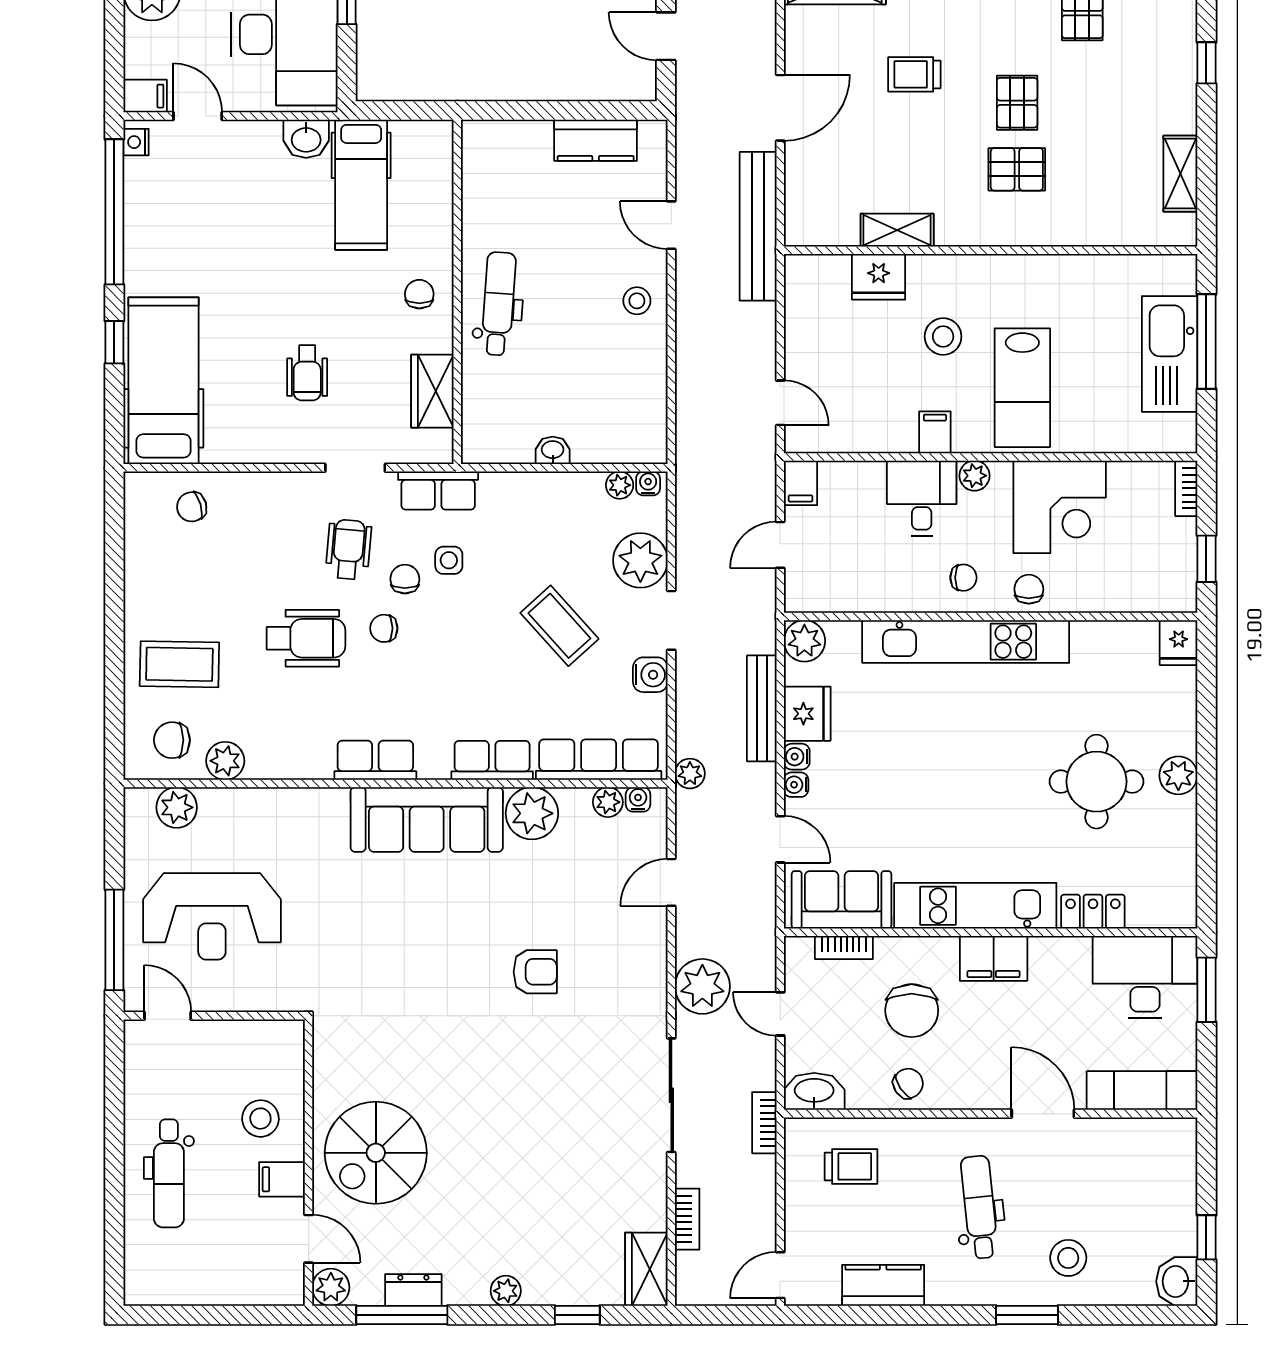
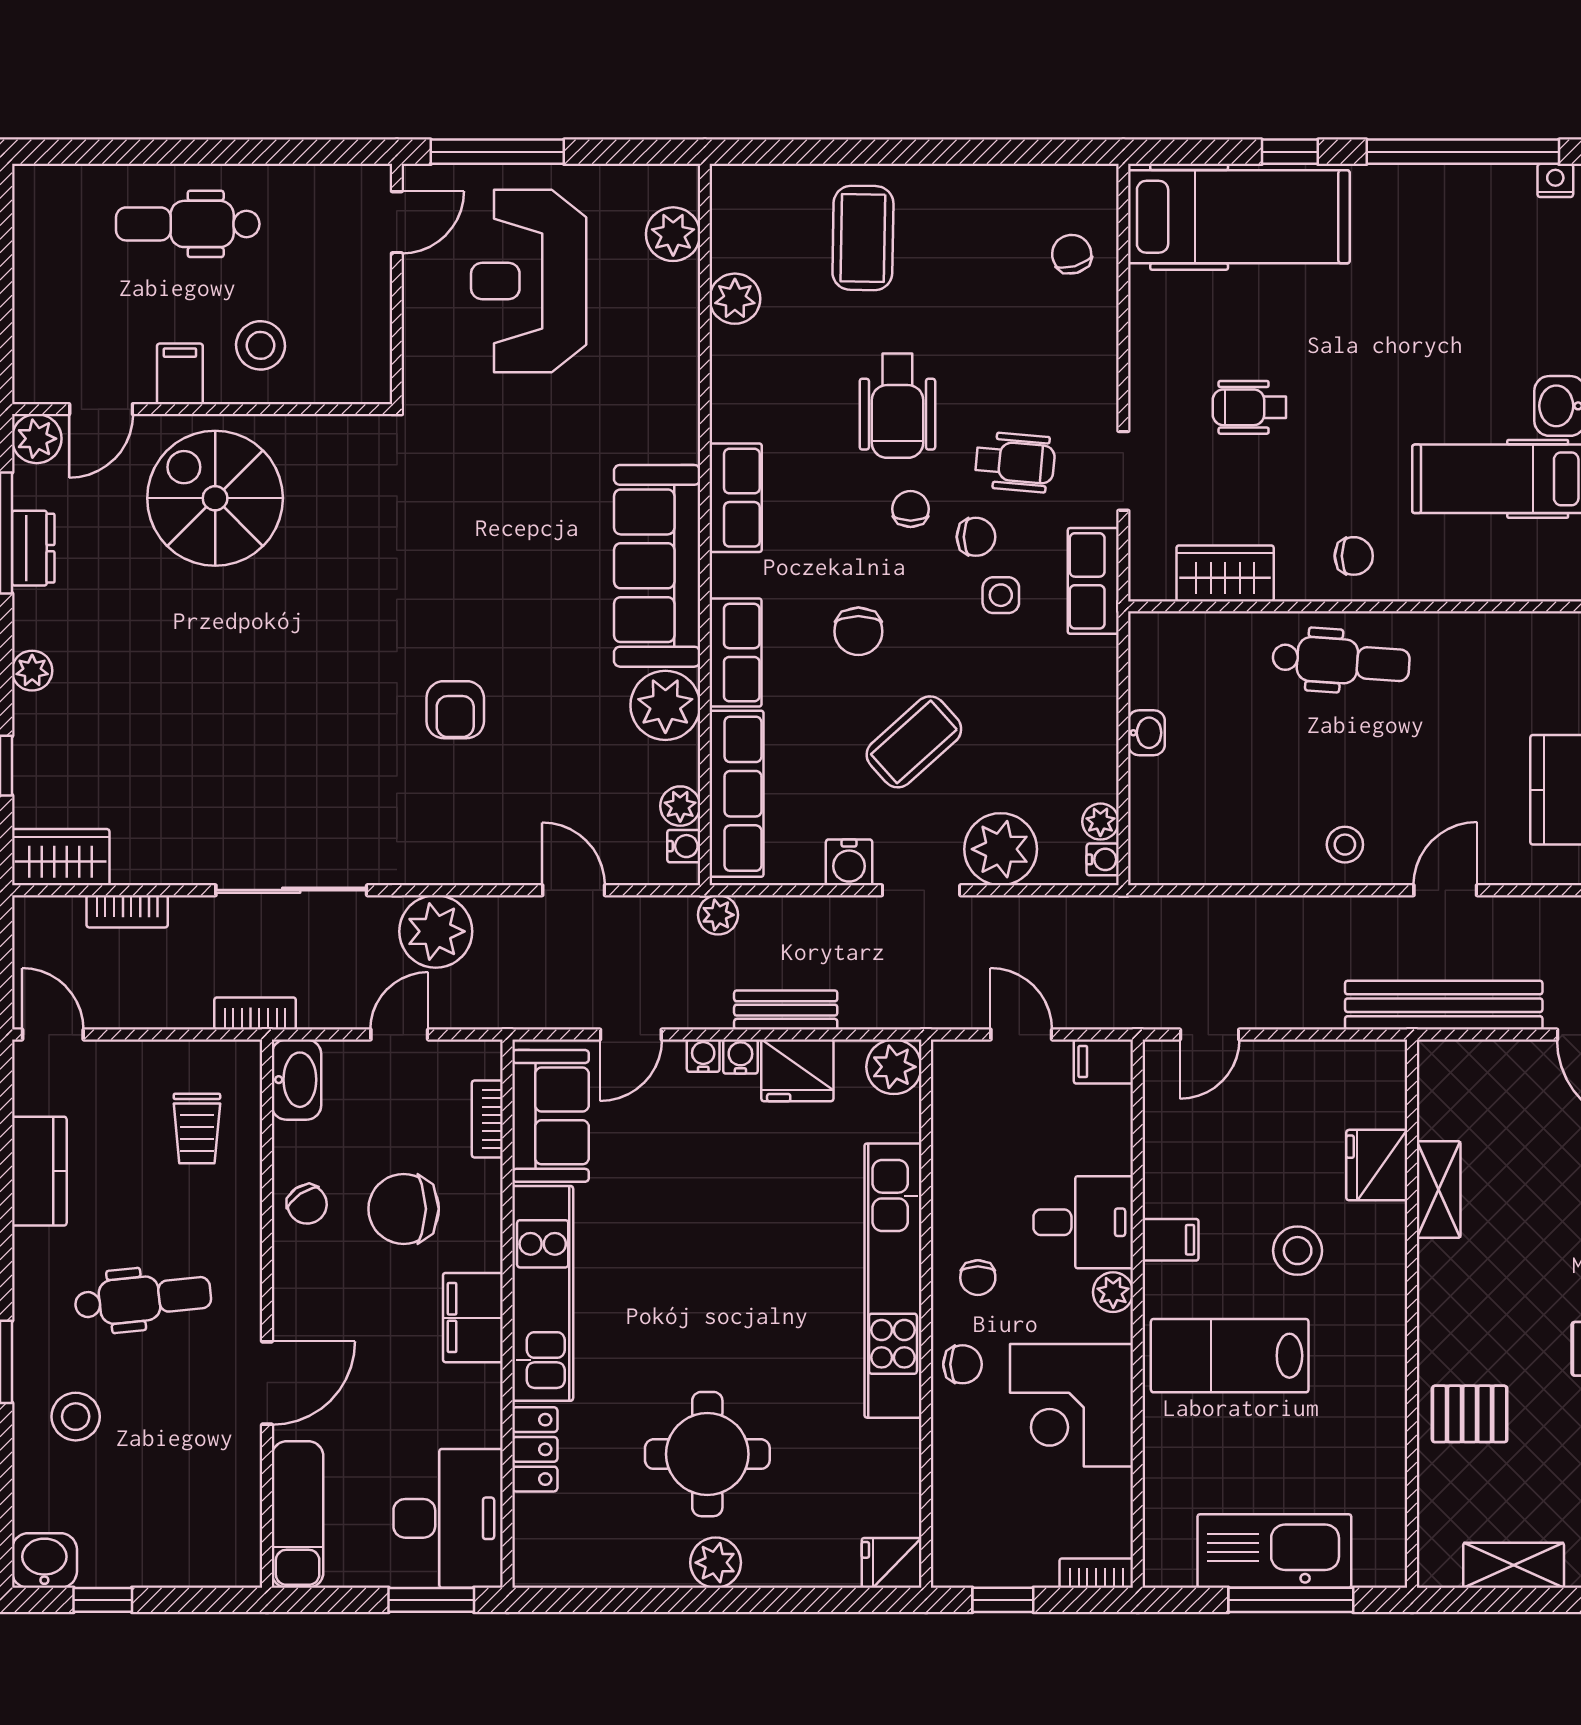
pallet: (1017, 169) -> (1470, 1414), moved, turned 90
bench: (762, 708) -> (786, 1010), width x0.73
chair: (172, 740) -> (858, 631), moved, turned 180

